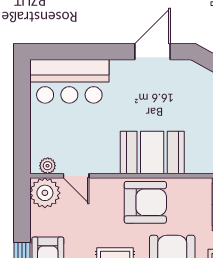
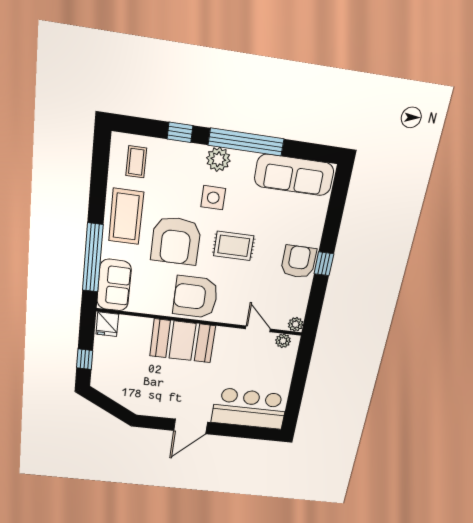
door: (153, 52) -> (191, 426), moved
plant: (45, 193) -> (296, 324), width x0.53, depth x0.53

